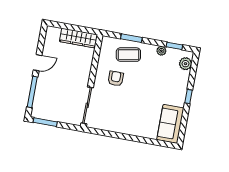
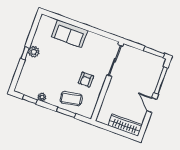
wardrobe: (78, 38) -> (125, 125), moved
door: (38, 63) -> (152, 105), hinge flipped
plant: (185, 64) -> (34, 52), moved
sofa: (170, 124) -> (70, 34), moved, turned 90

